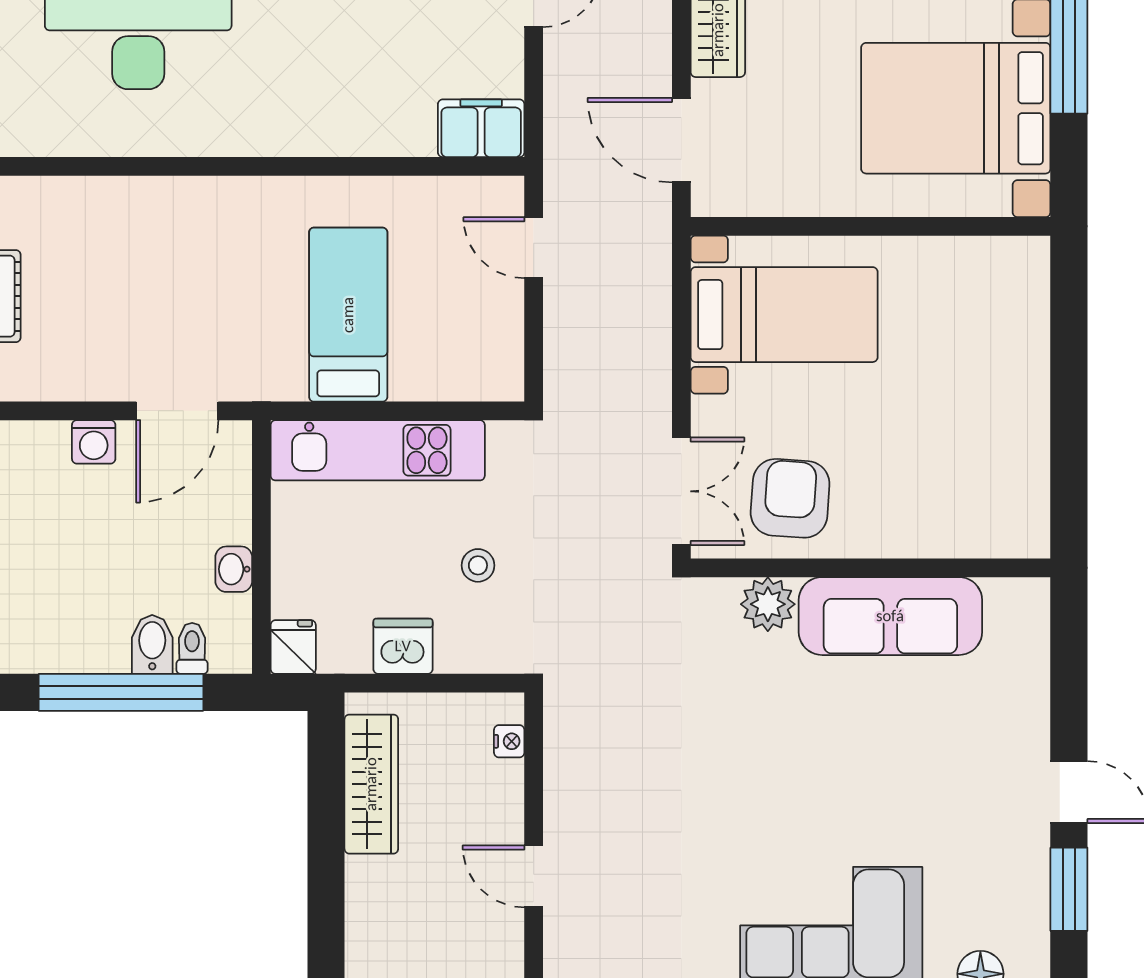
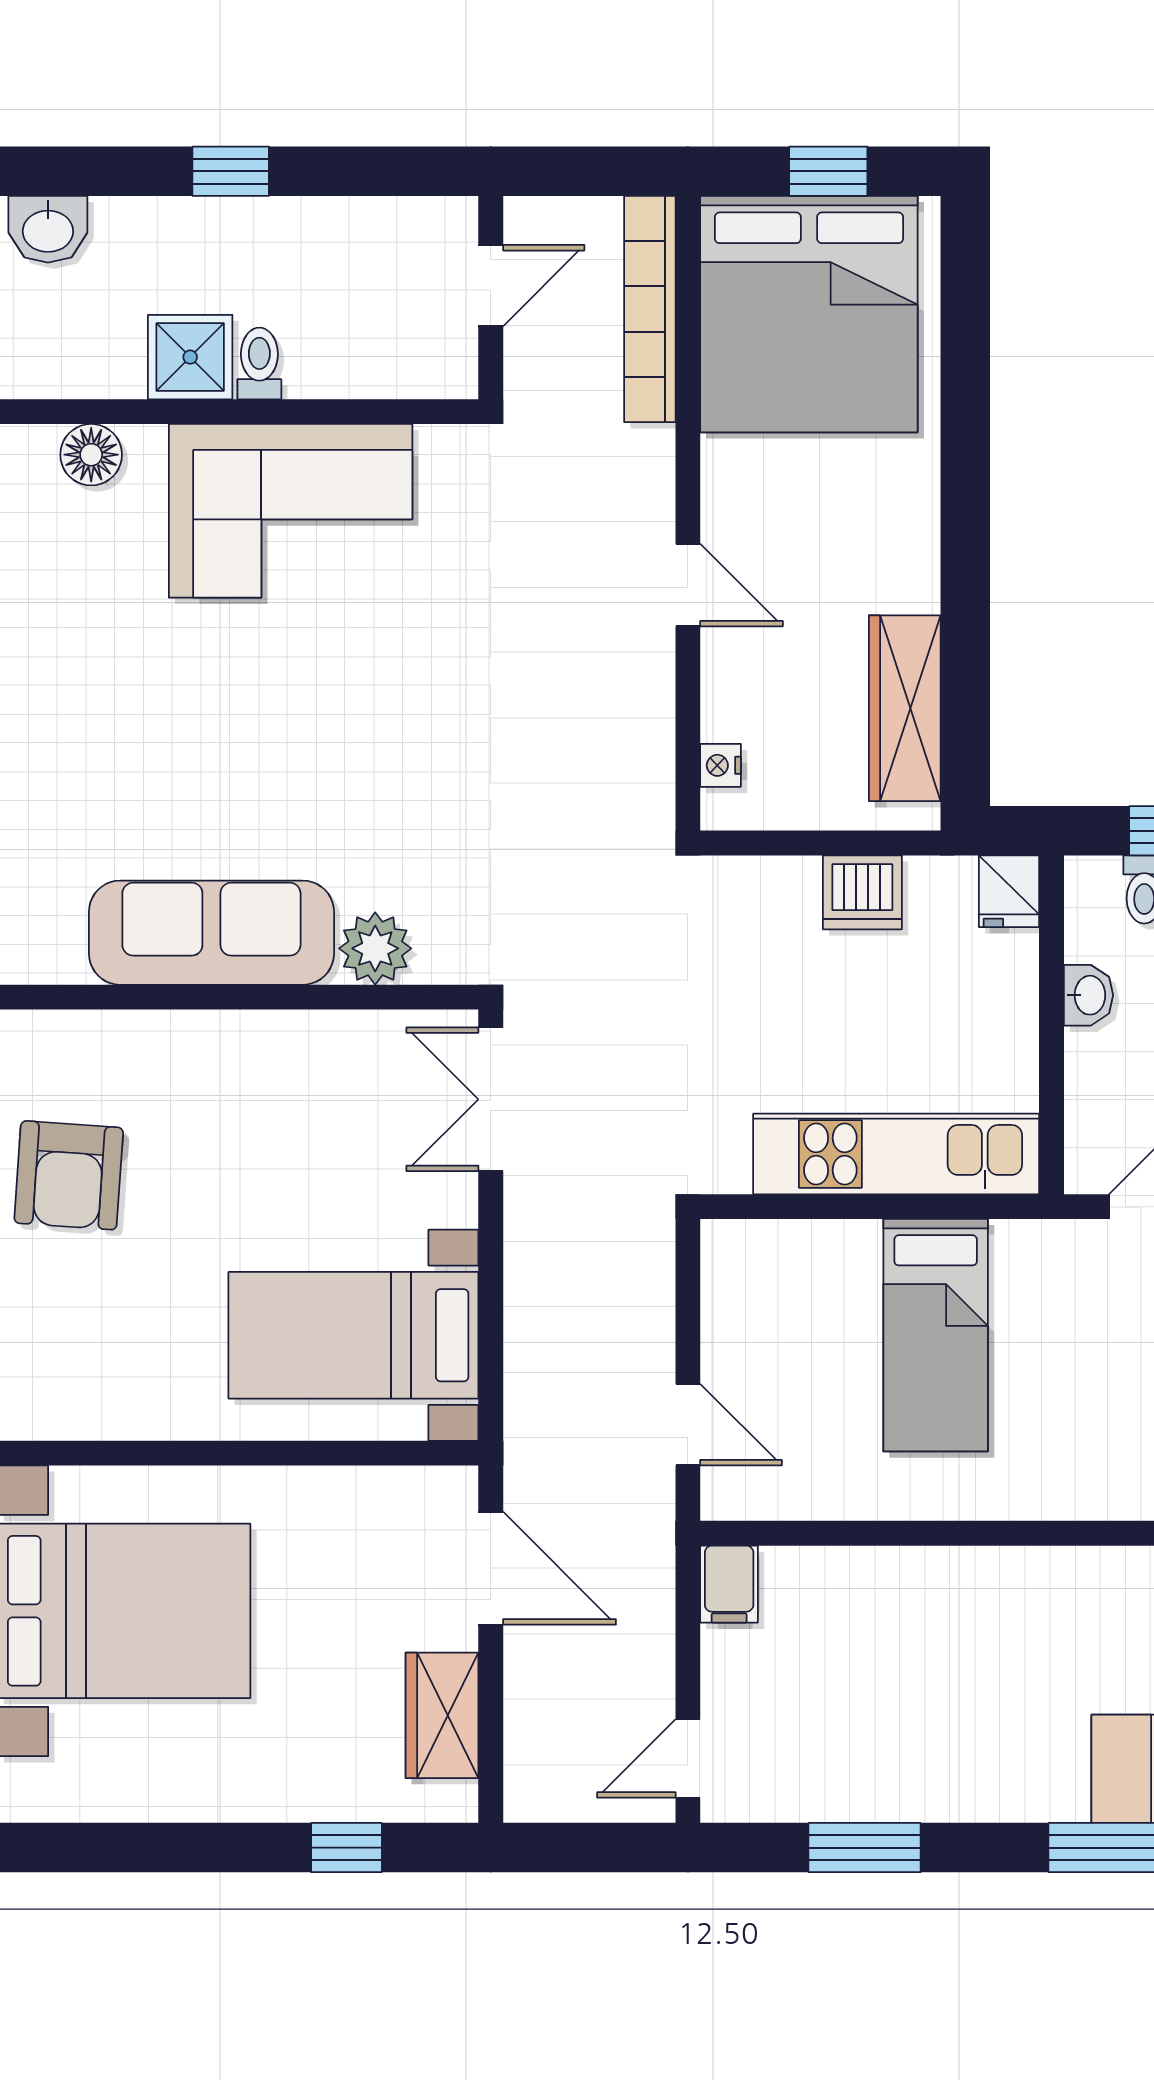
filing cabinet: (481, 128) -> (729, 1584), width x0.50
armchair: (790, 498) -> (69, 1175), moved
stool: (478, 565) -> (762, 1000), removed

